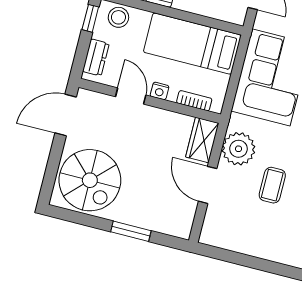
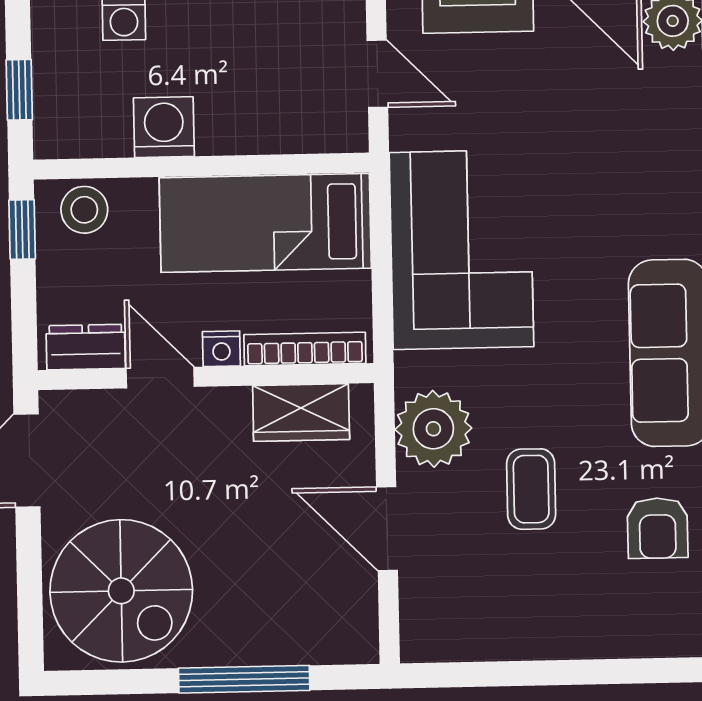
dresser: (96, 57) -> (86, 347), moved, turned -90
bookcase: (194, 101) -> (305, 349), width x1.56
wardrobe: (202, 140) -> (301, 413), moved, turned -90
window: (131, 231) -> (244, 679), width x1.44

